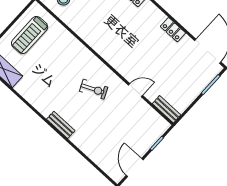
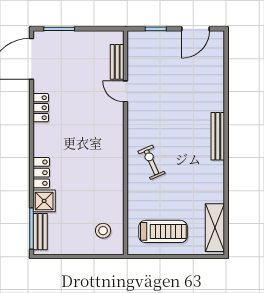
exercise bike: (94, 89) -> (152, 162), moved
bench: (167, 109) -> (117, 62), moved
bench: (61, 125) -> (218, 136), width x1.36

